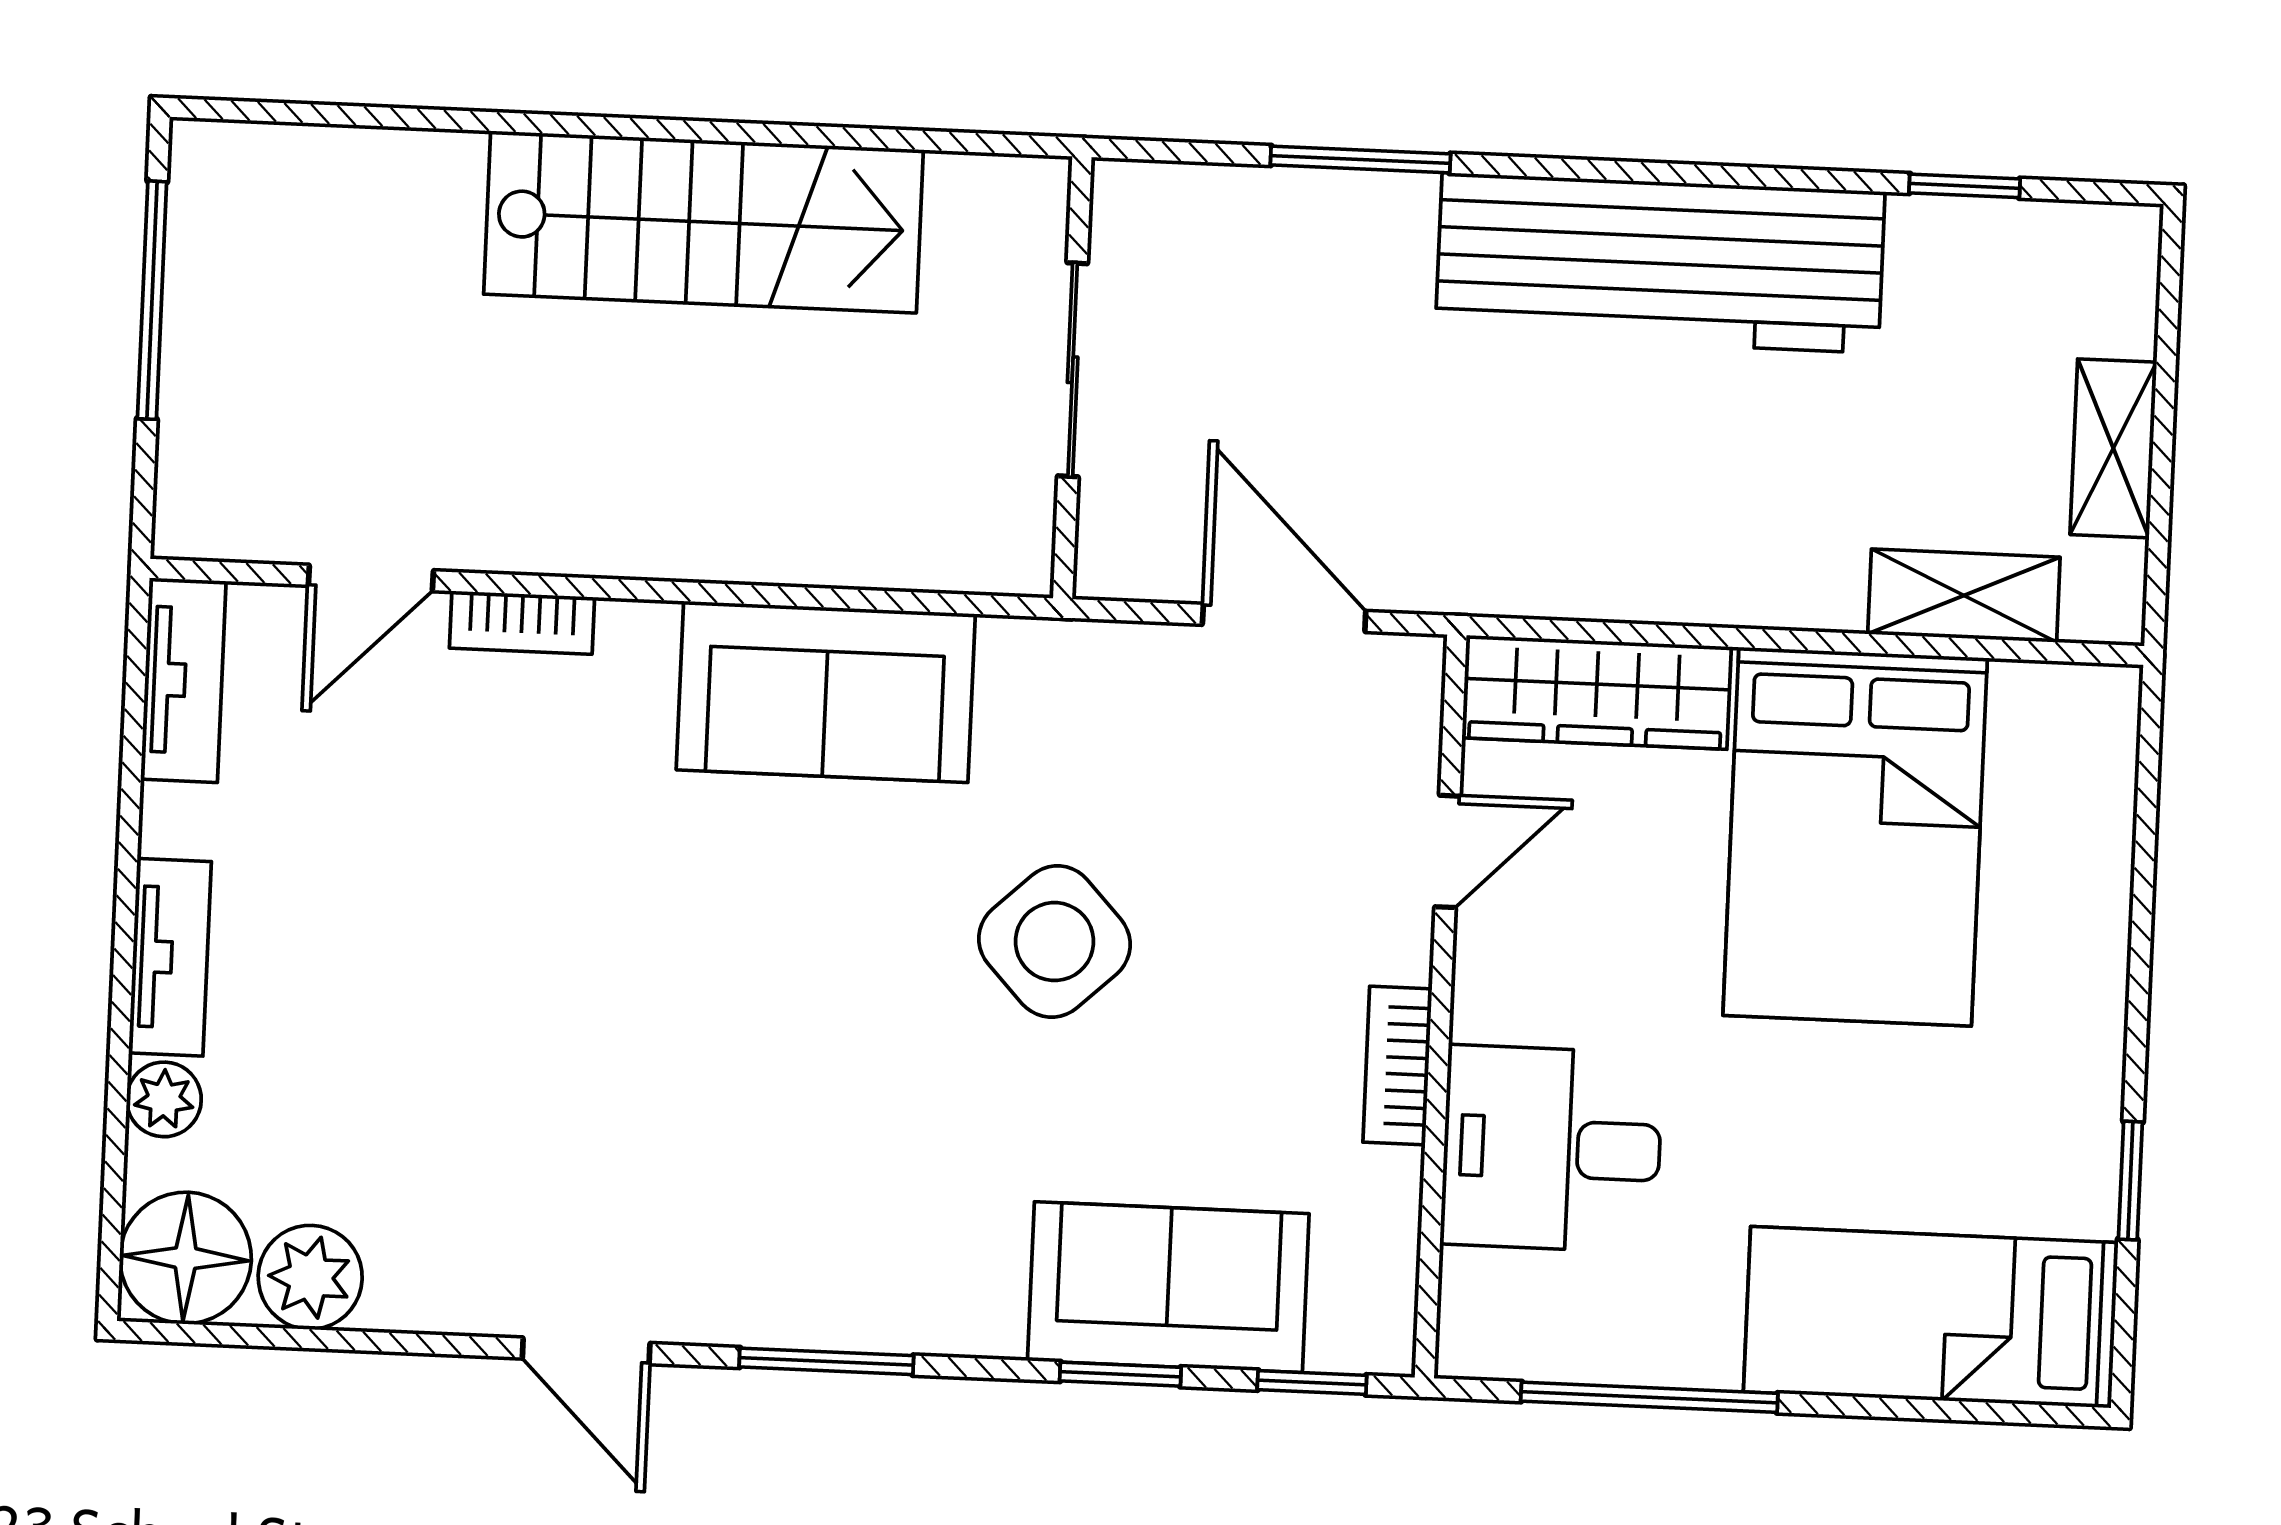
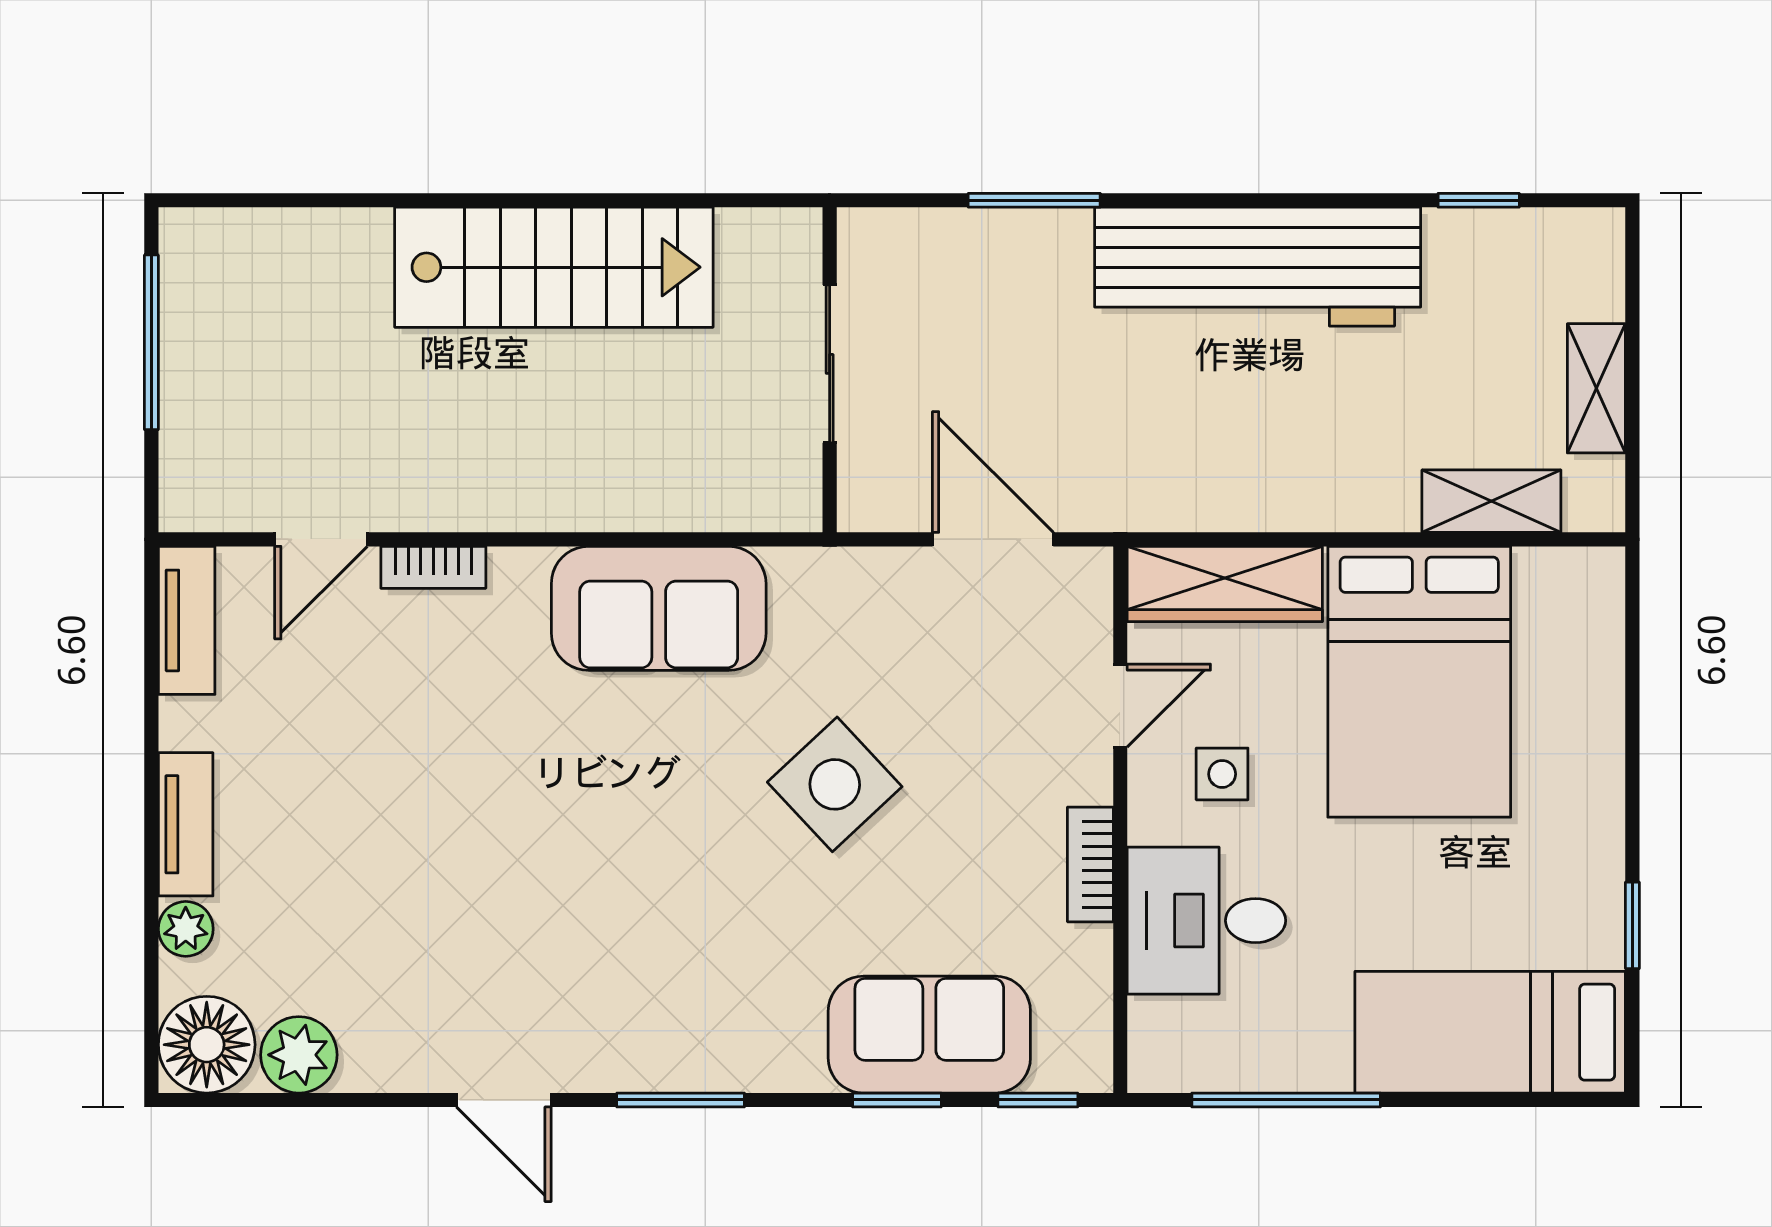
side table: (1582, 950) -> (1222, 774), added

